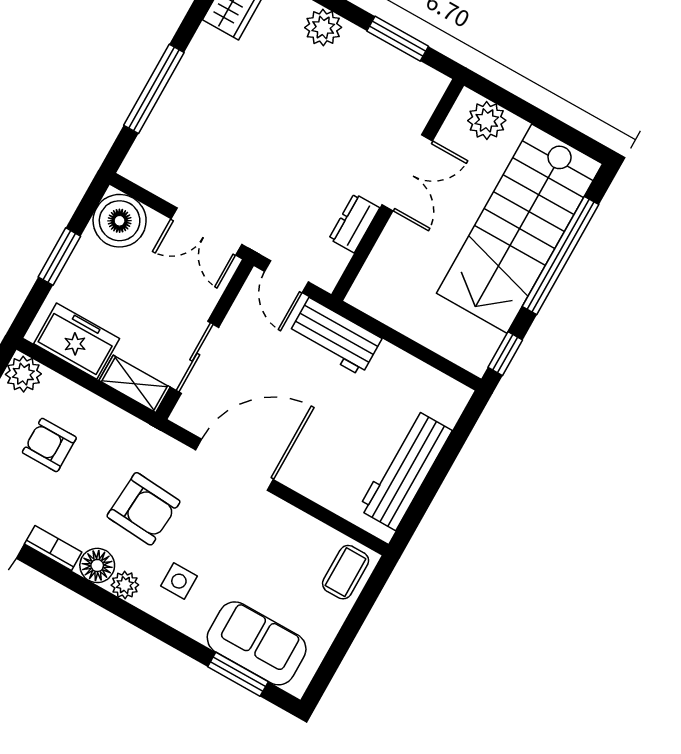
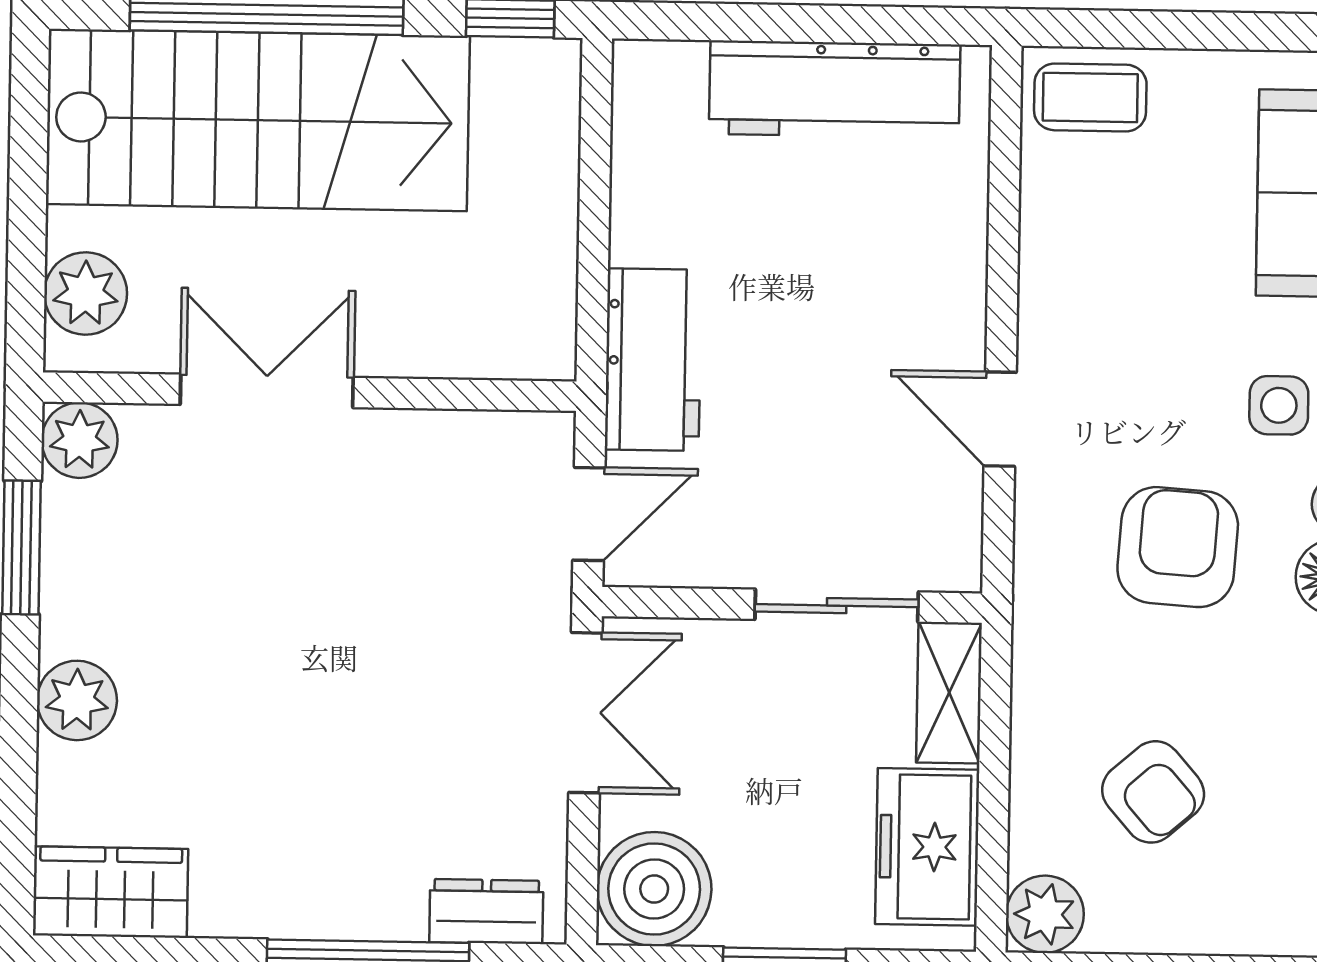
plant: (428, 86) -> (80, 440), added
dresser: (354, 223) -> (486, 911), moved, turned 180
armchair: (49, 445) -> (1153, 792), turned -41
door: (235, 465) -> (1000, 419), width x0.53

